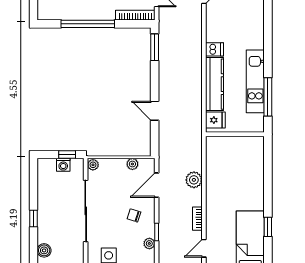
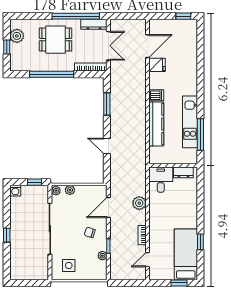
window: (155, 47) -> (107, 104), moved
fridge: (215, 120) -> (157, 65), moved
dresser: (247, 143) -> (183, 172), added
desk: (220, 151) -> (161, 180), added
plant: (132, 164) -> (70, 190), moved
washing machine: (63, 165) -> (15, 191), moved
boiler: (44, 250) -> (15, 261), removed

